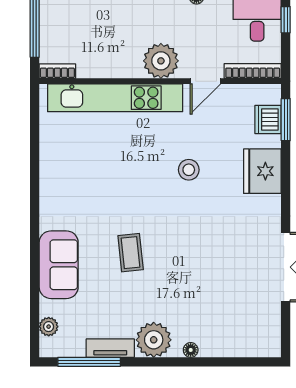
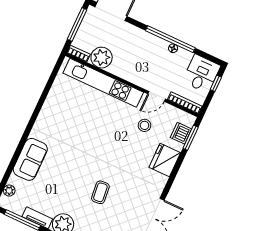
plant: (161, 61) -> (102, 58), moved
stool: (189, 170) -> (145, 125), moved
coffee table: (131, 253) -> (100, 192), moved

